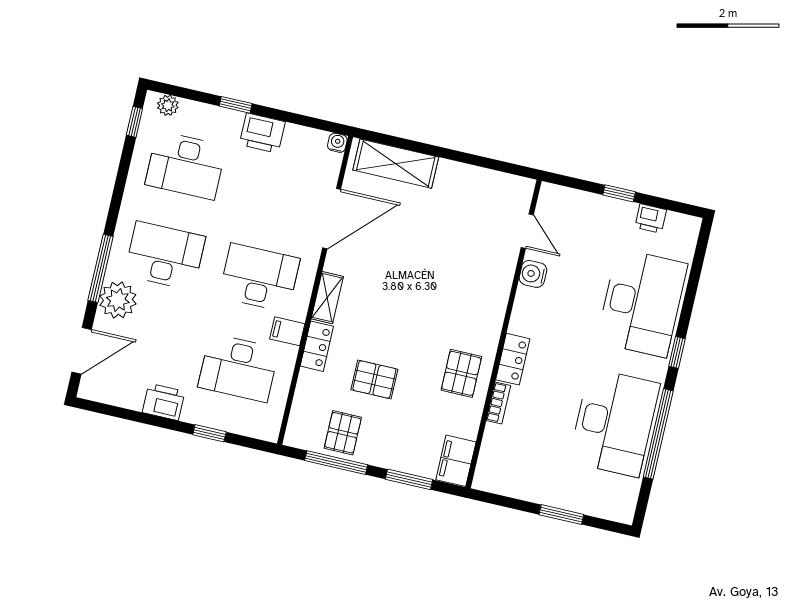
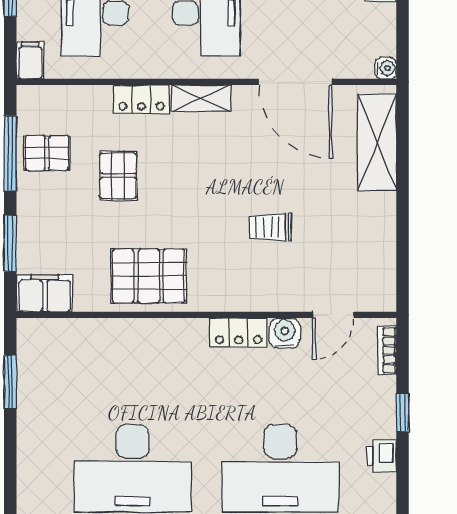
trolley: (445, 266) -> (270, 227), added
filing cabinet: (287, 331) -> (30, 60), moved
locker: (513, 359) -> (238, 332), moved
pallet: (461, 373) -> (149, 276), width x1.50, depth x1.42
bookcase: (498, 403) -> (387, 350), moved, turned 90
window: (561, 515) -> (10, 382), moved

